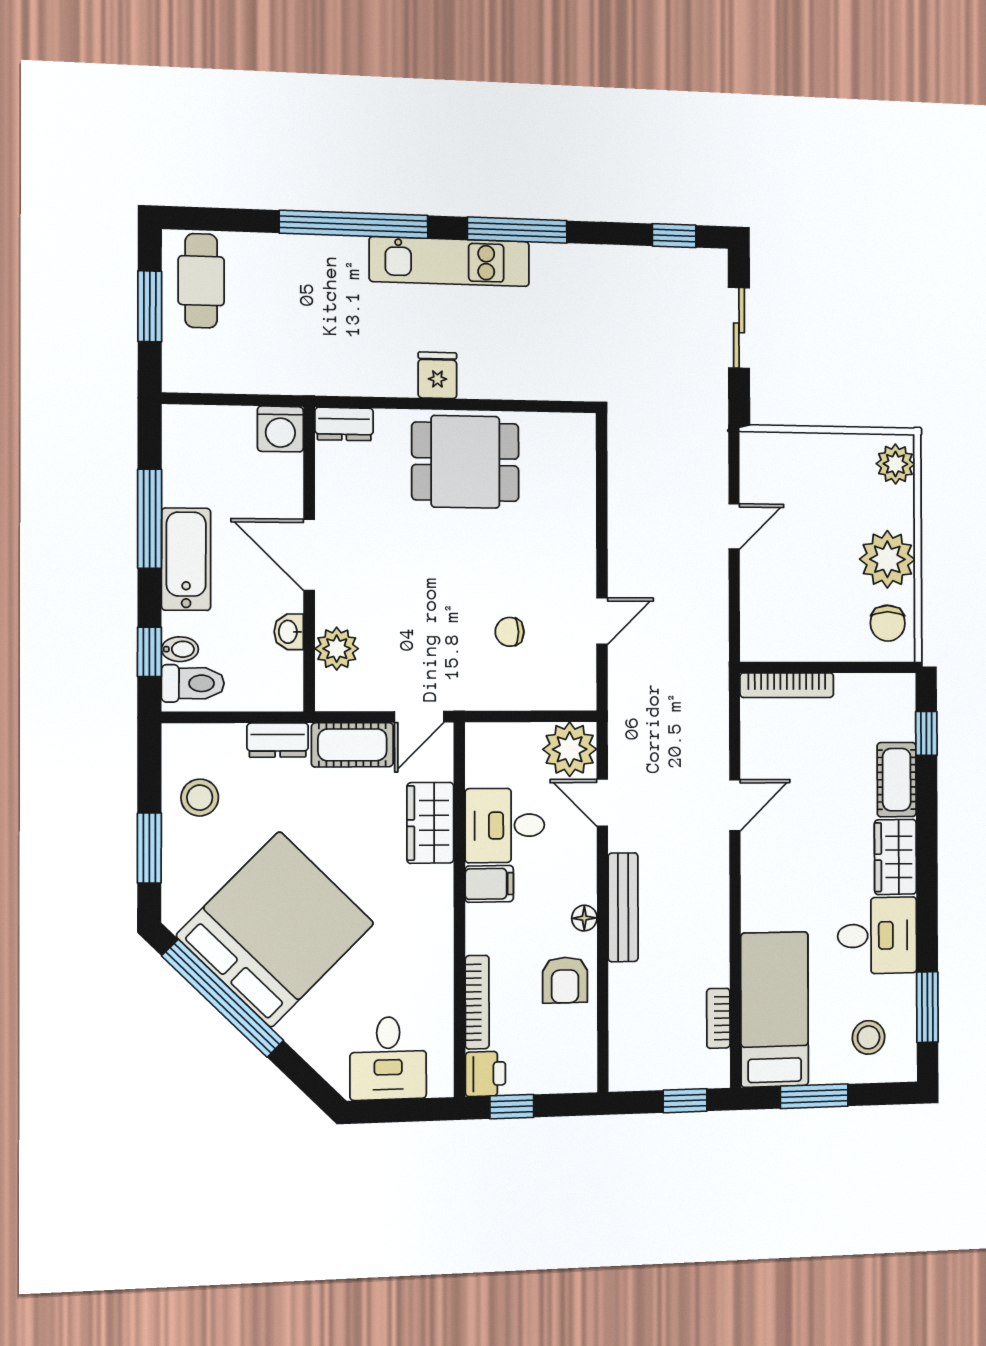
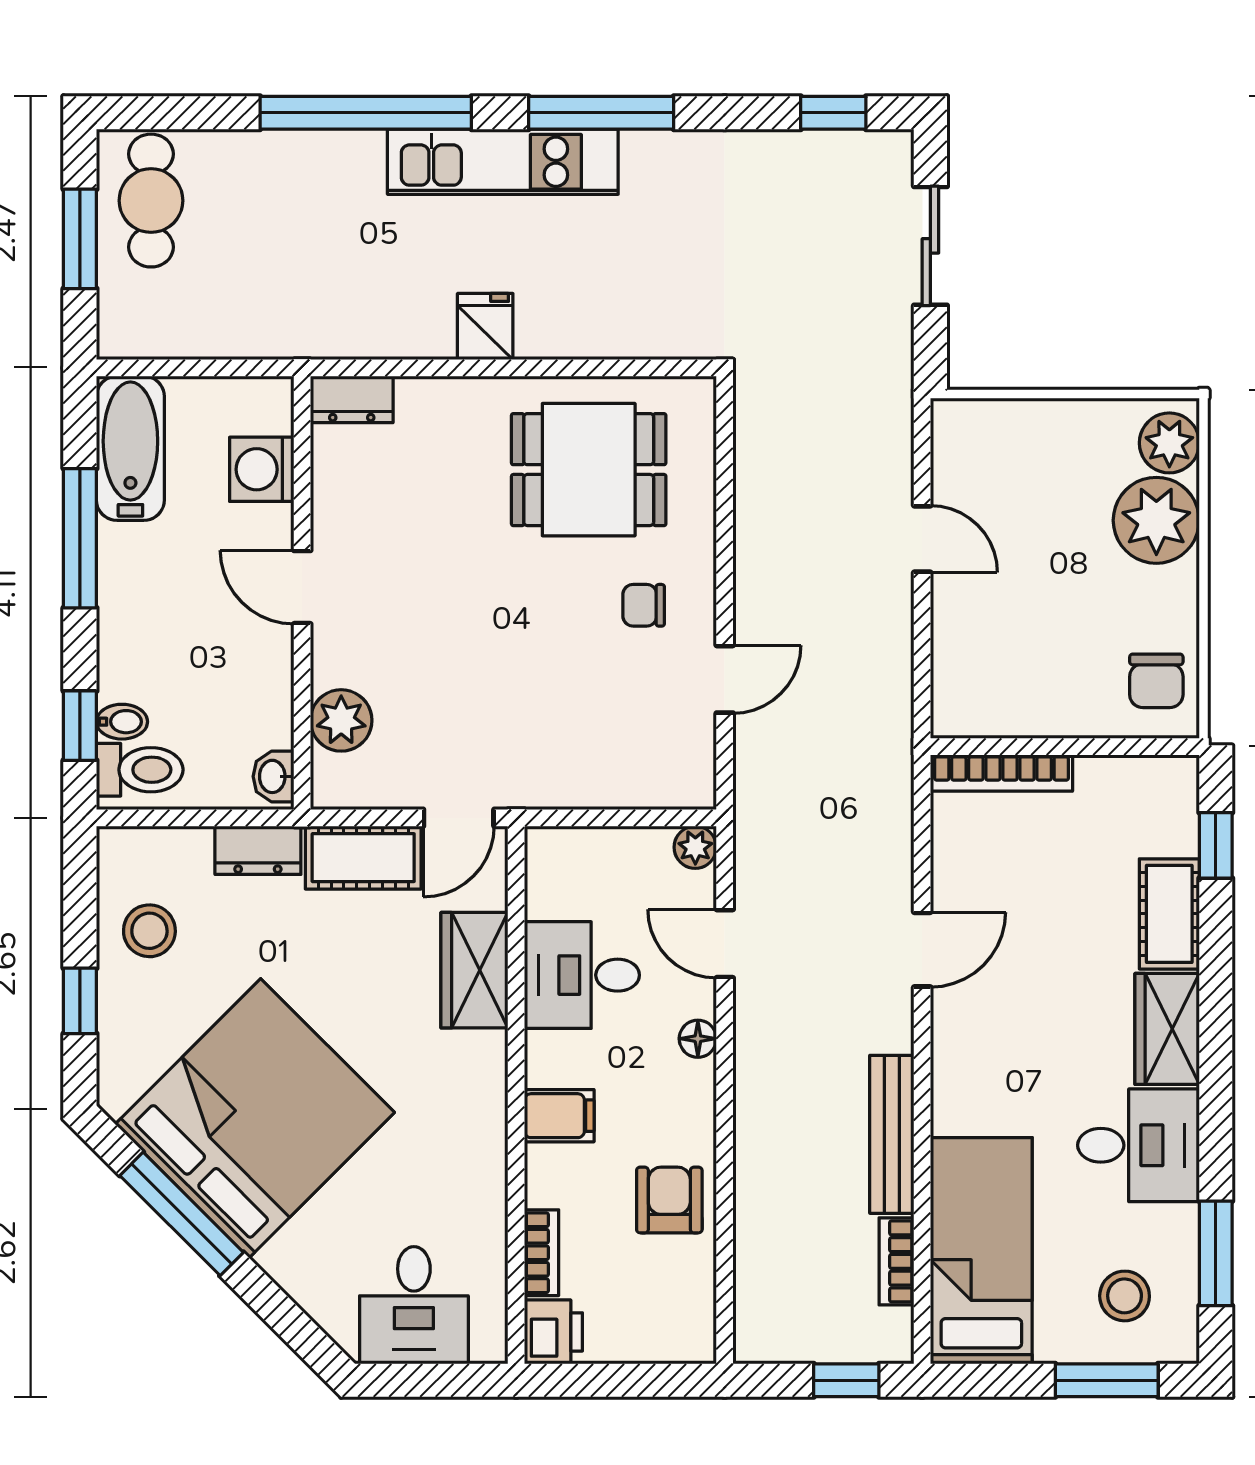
washing machine: (280, 429) -> (262, 469), moved, turned 90
dining table: (465, 462) -> (589, 470), moved
door: (734, 526) -> (922, 539), hinge flipped
door: (309, 555) -> (302, 587), width x0.73
bathtub: (186, 559) -> (130, 448), moved
plant: (887, 559) -> (1156, 520), moved
washbasin: (289, 632) -> (273, 776), moved
chair: (510, 632) -> (644, 605), moved
plant: (570, 749) -> (695, 847), width x0.53, depth x0.53
window: (149, 848) -> (80, 1001), width x0.67
filing cabinet: (489, 884) -> (559, 1116), moved
bench: (623, 907) -> (892, 1134), moved
floor lamp: (584, 918) -> (698, 1039), moved
armchair: (565, 980) -> (669, 1200), turned 180
window: (223, 998) -> (182, 1214), width x0.68
bookcase: (477, 1002) -> (542, 1253), width x0.64
window: (814, 1096) -> (1107, 1380), moved
window: (512, 1107) -> (591, 1380), removed

